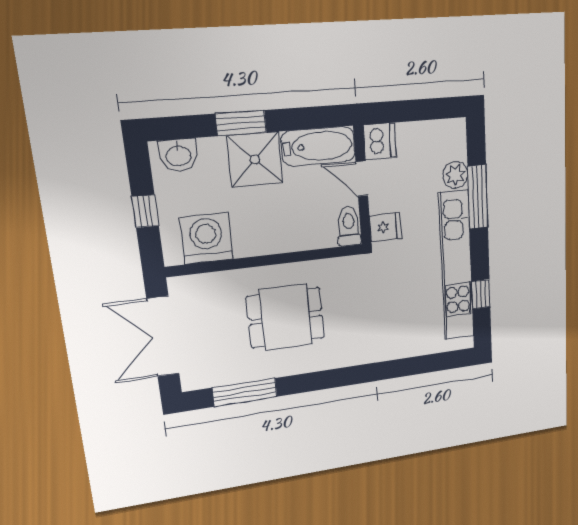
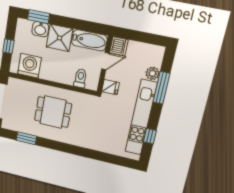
window: (241, 123) -> (39, 17), moved
washbasin: (178, 155) -> (40, 29), moved
door: (362, 179) -> (105, 61), swing flipped
toilet: (349, 226) -> (80, 78), moved
window: (245, 392) -> (26, 138), width x0.69

